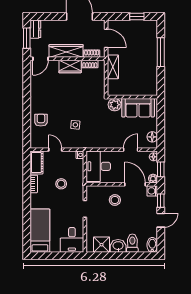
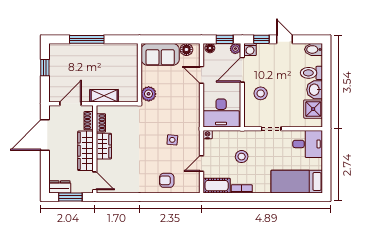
sofa: (138, 108) -> (160, 54), moved, turned 90

